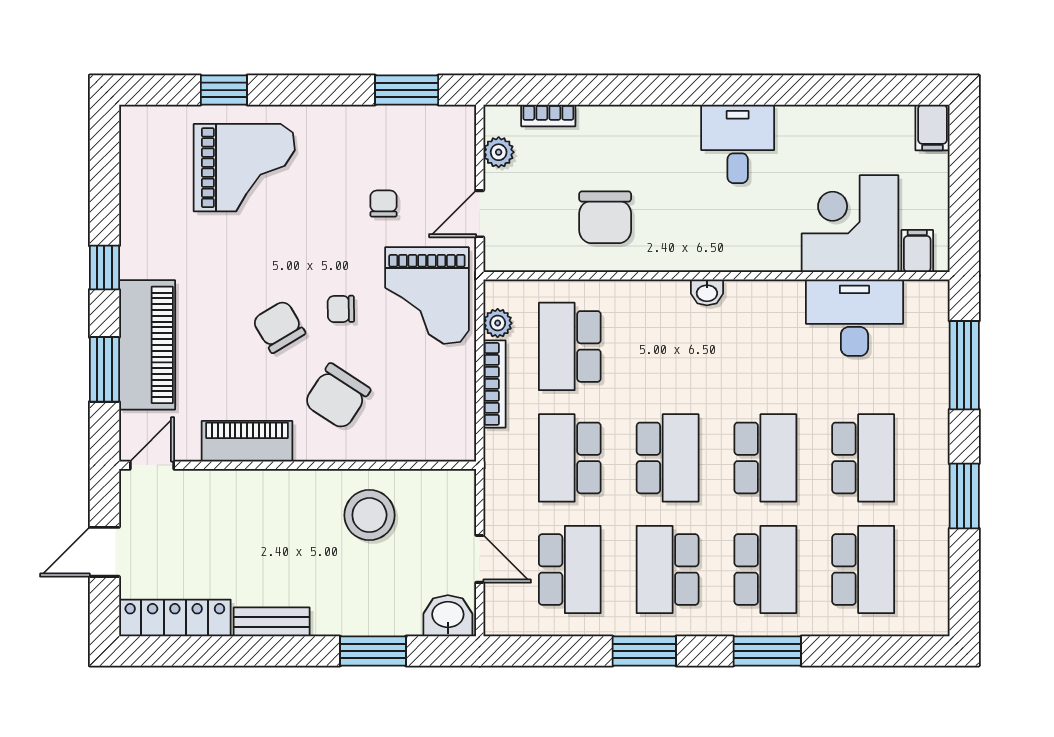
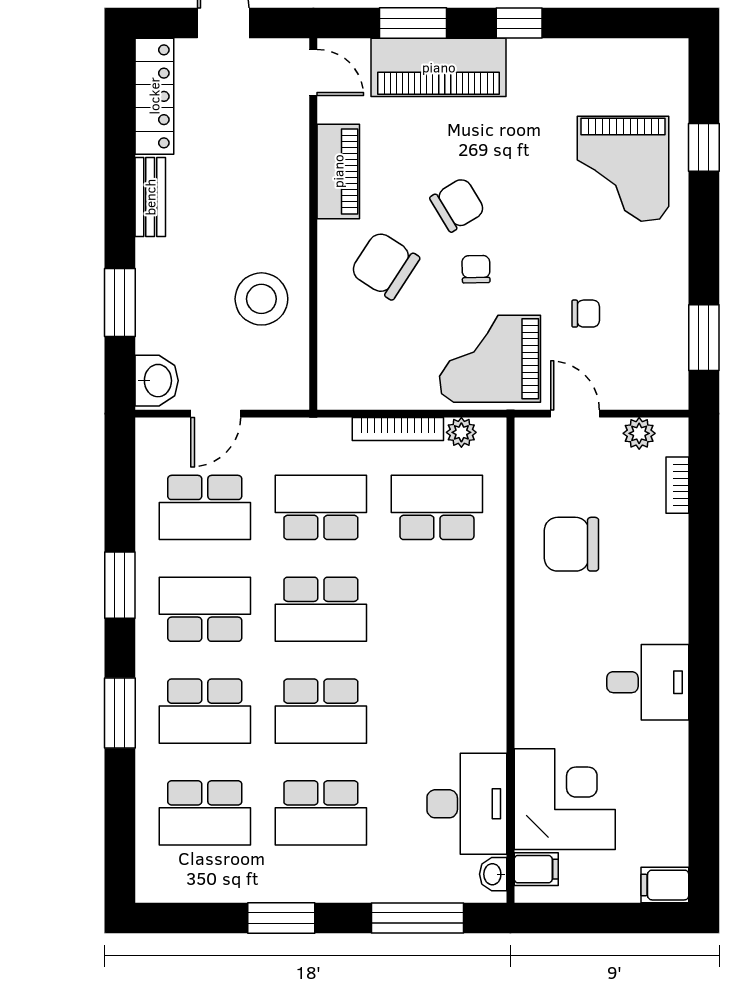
washbasin: (707, 292) -> (493, 874), moved

